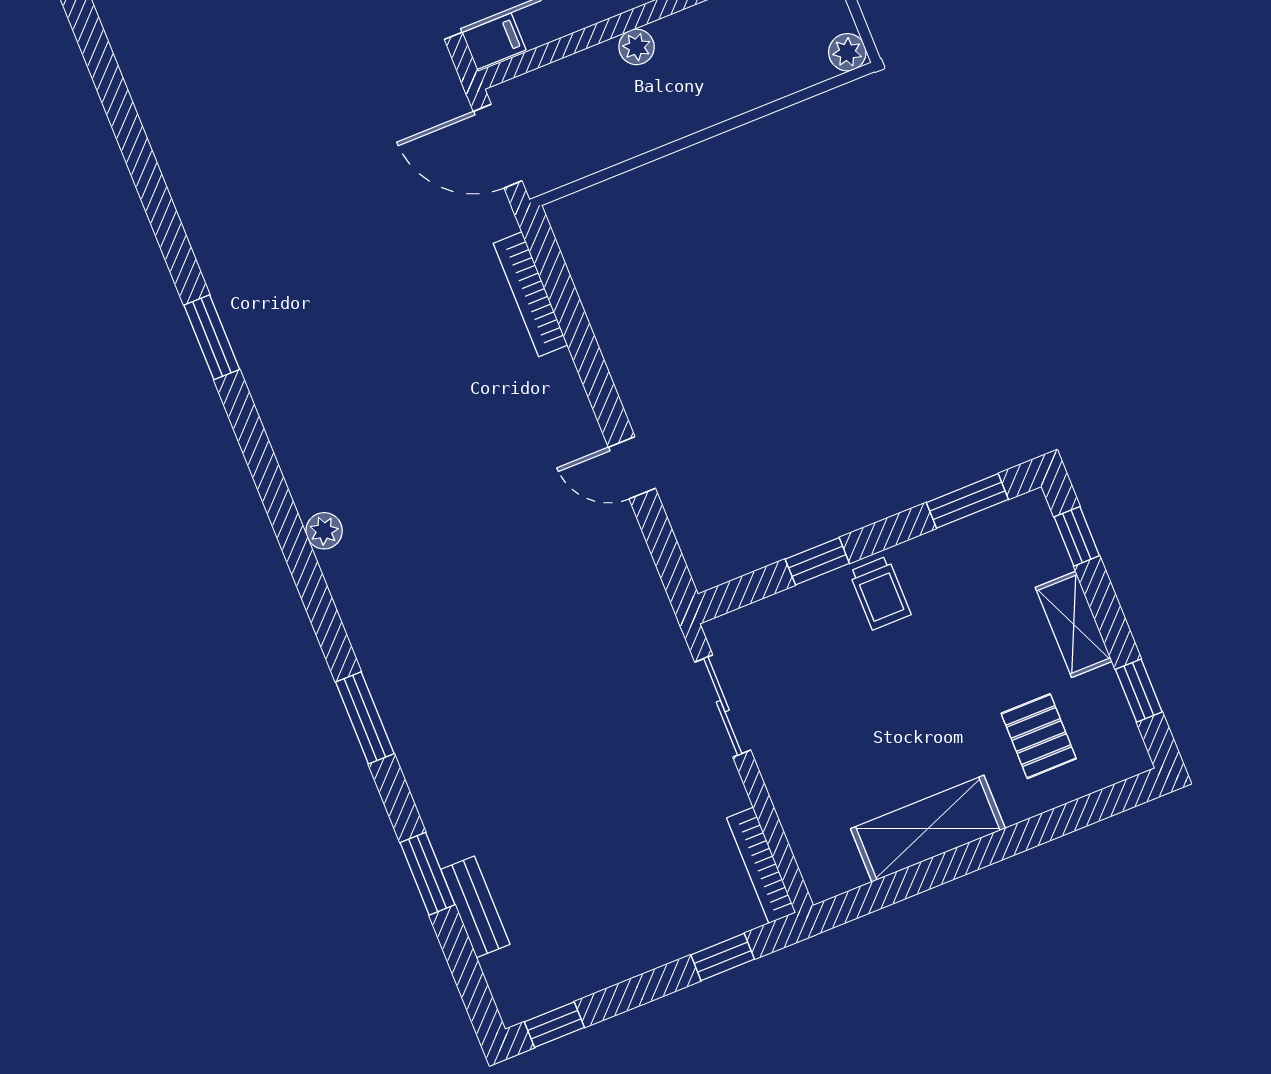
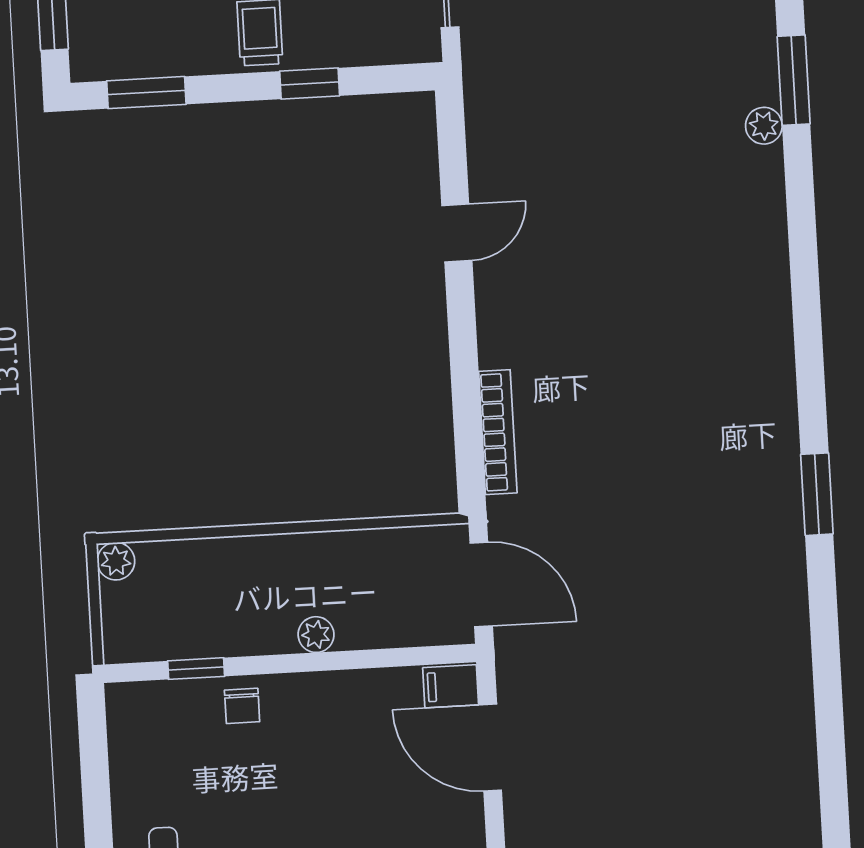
door: (632, 468) -> (457, 233), hinge flipped
plant: (324, 531) -> (764, 126), moved

